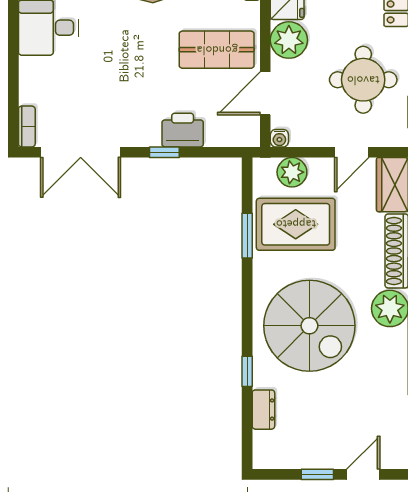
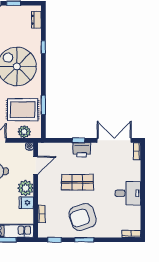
shop shelf: (217, 50) -> (77, 182), moved
printer: (183, 130) -> (82, 150), moved
dresser: (263, 410) -> (36, 20), moved

